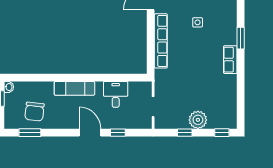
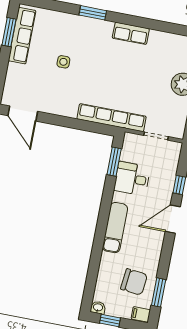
row of seats: (161, 41) -> (112, 118), moved
row of seats: (230, 60) -> (131, 33), moved
window: (126, 78) -> (114, 162), added
filing cabinet: (10, 122) -> (141, 314), added

